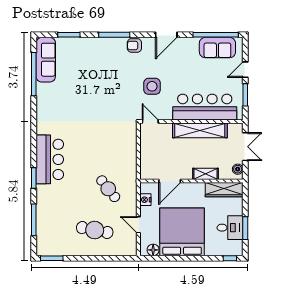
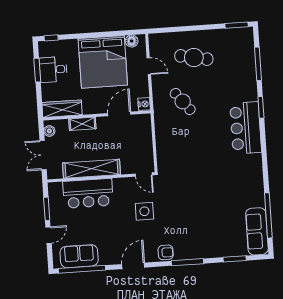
bar counter: (205, 107) -> (88, 193), width x0.73
nightstand: (145, 200) -> (144, 104), moved

